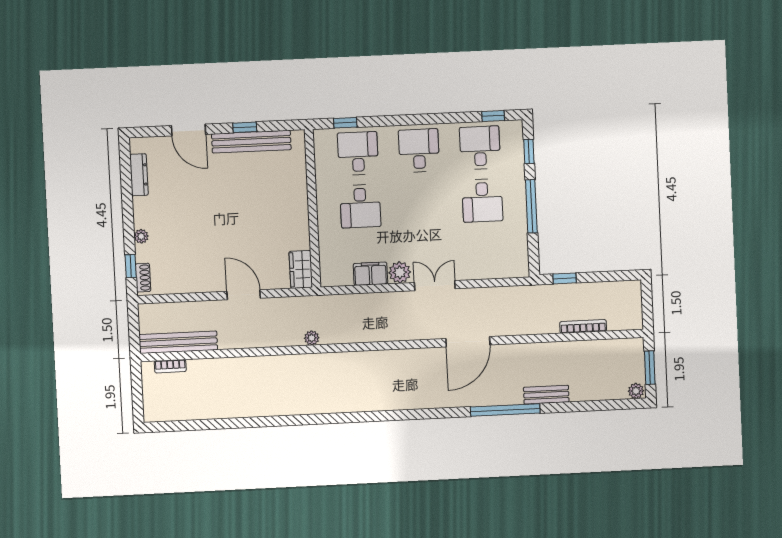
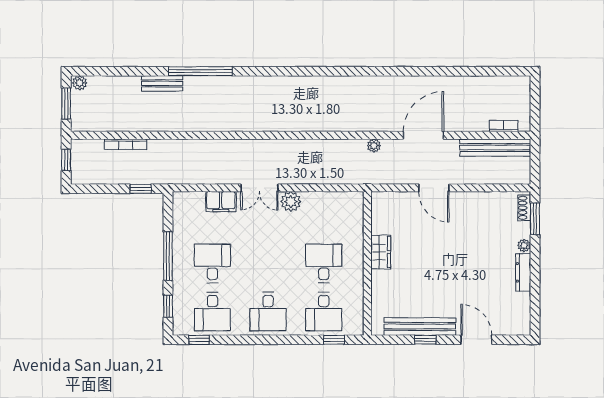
dresser: (139, 175) -> (523, 272), moved
window: (131, 266) -> (535, 219), width x1.50
wardrobe: (301, 269) -> (381, 252), moved
filing cabinet: (370, 274) -> (221, 202), moved
window: (647, 306) -> (66, 160), added
door: (468, 342) -> (424, 135), moved

